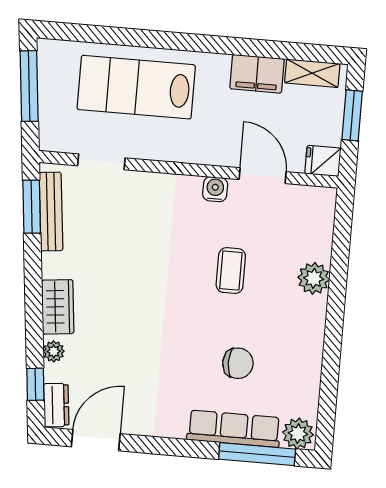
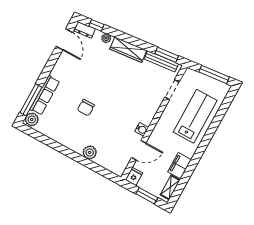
coffee table: (231, 271) -> (107, 121), removed
wardrobe: (58, 307) -> (128, 50), width x1.50
chair: (238, 363) -> (86, 108), moved

